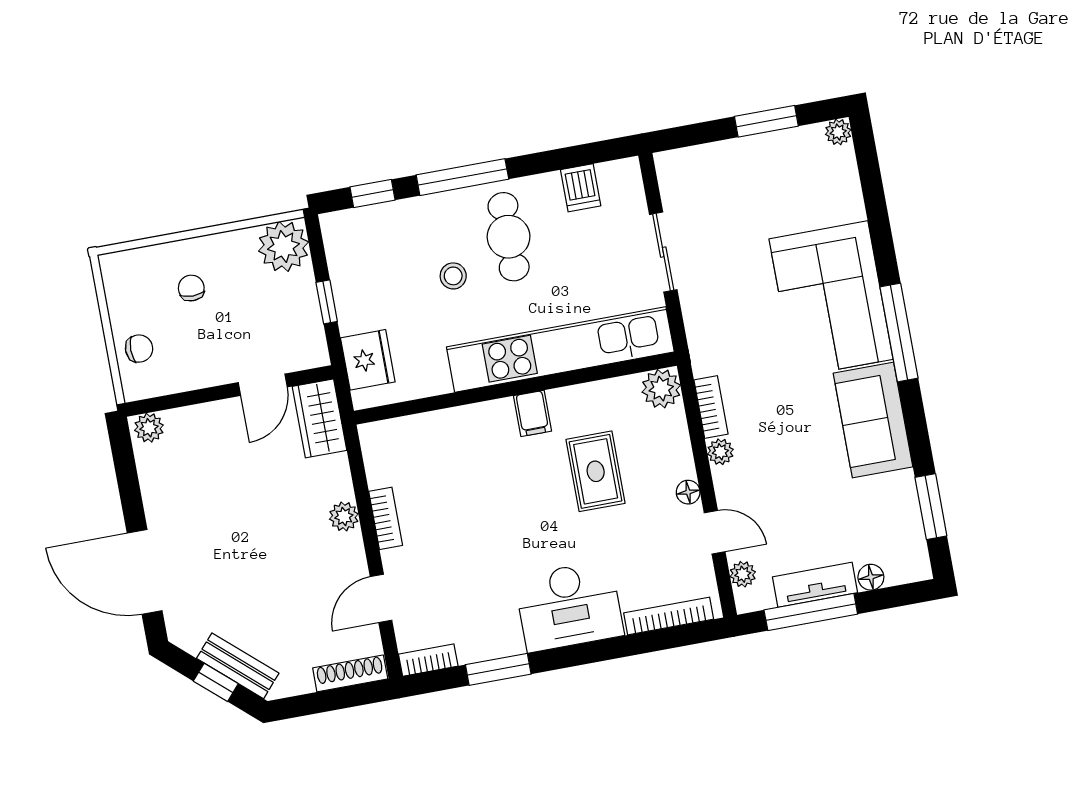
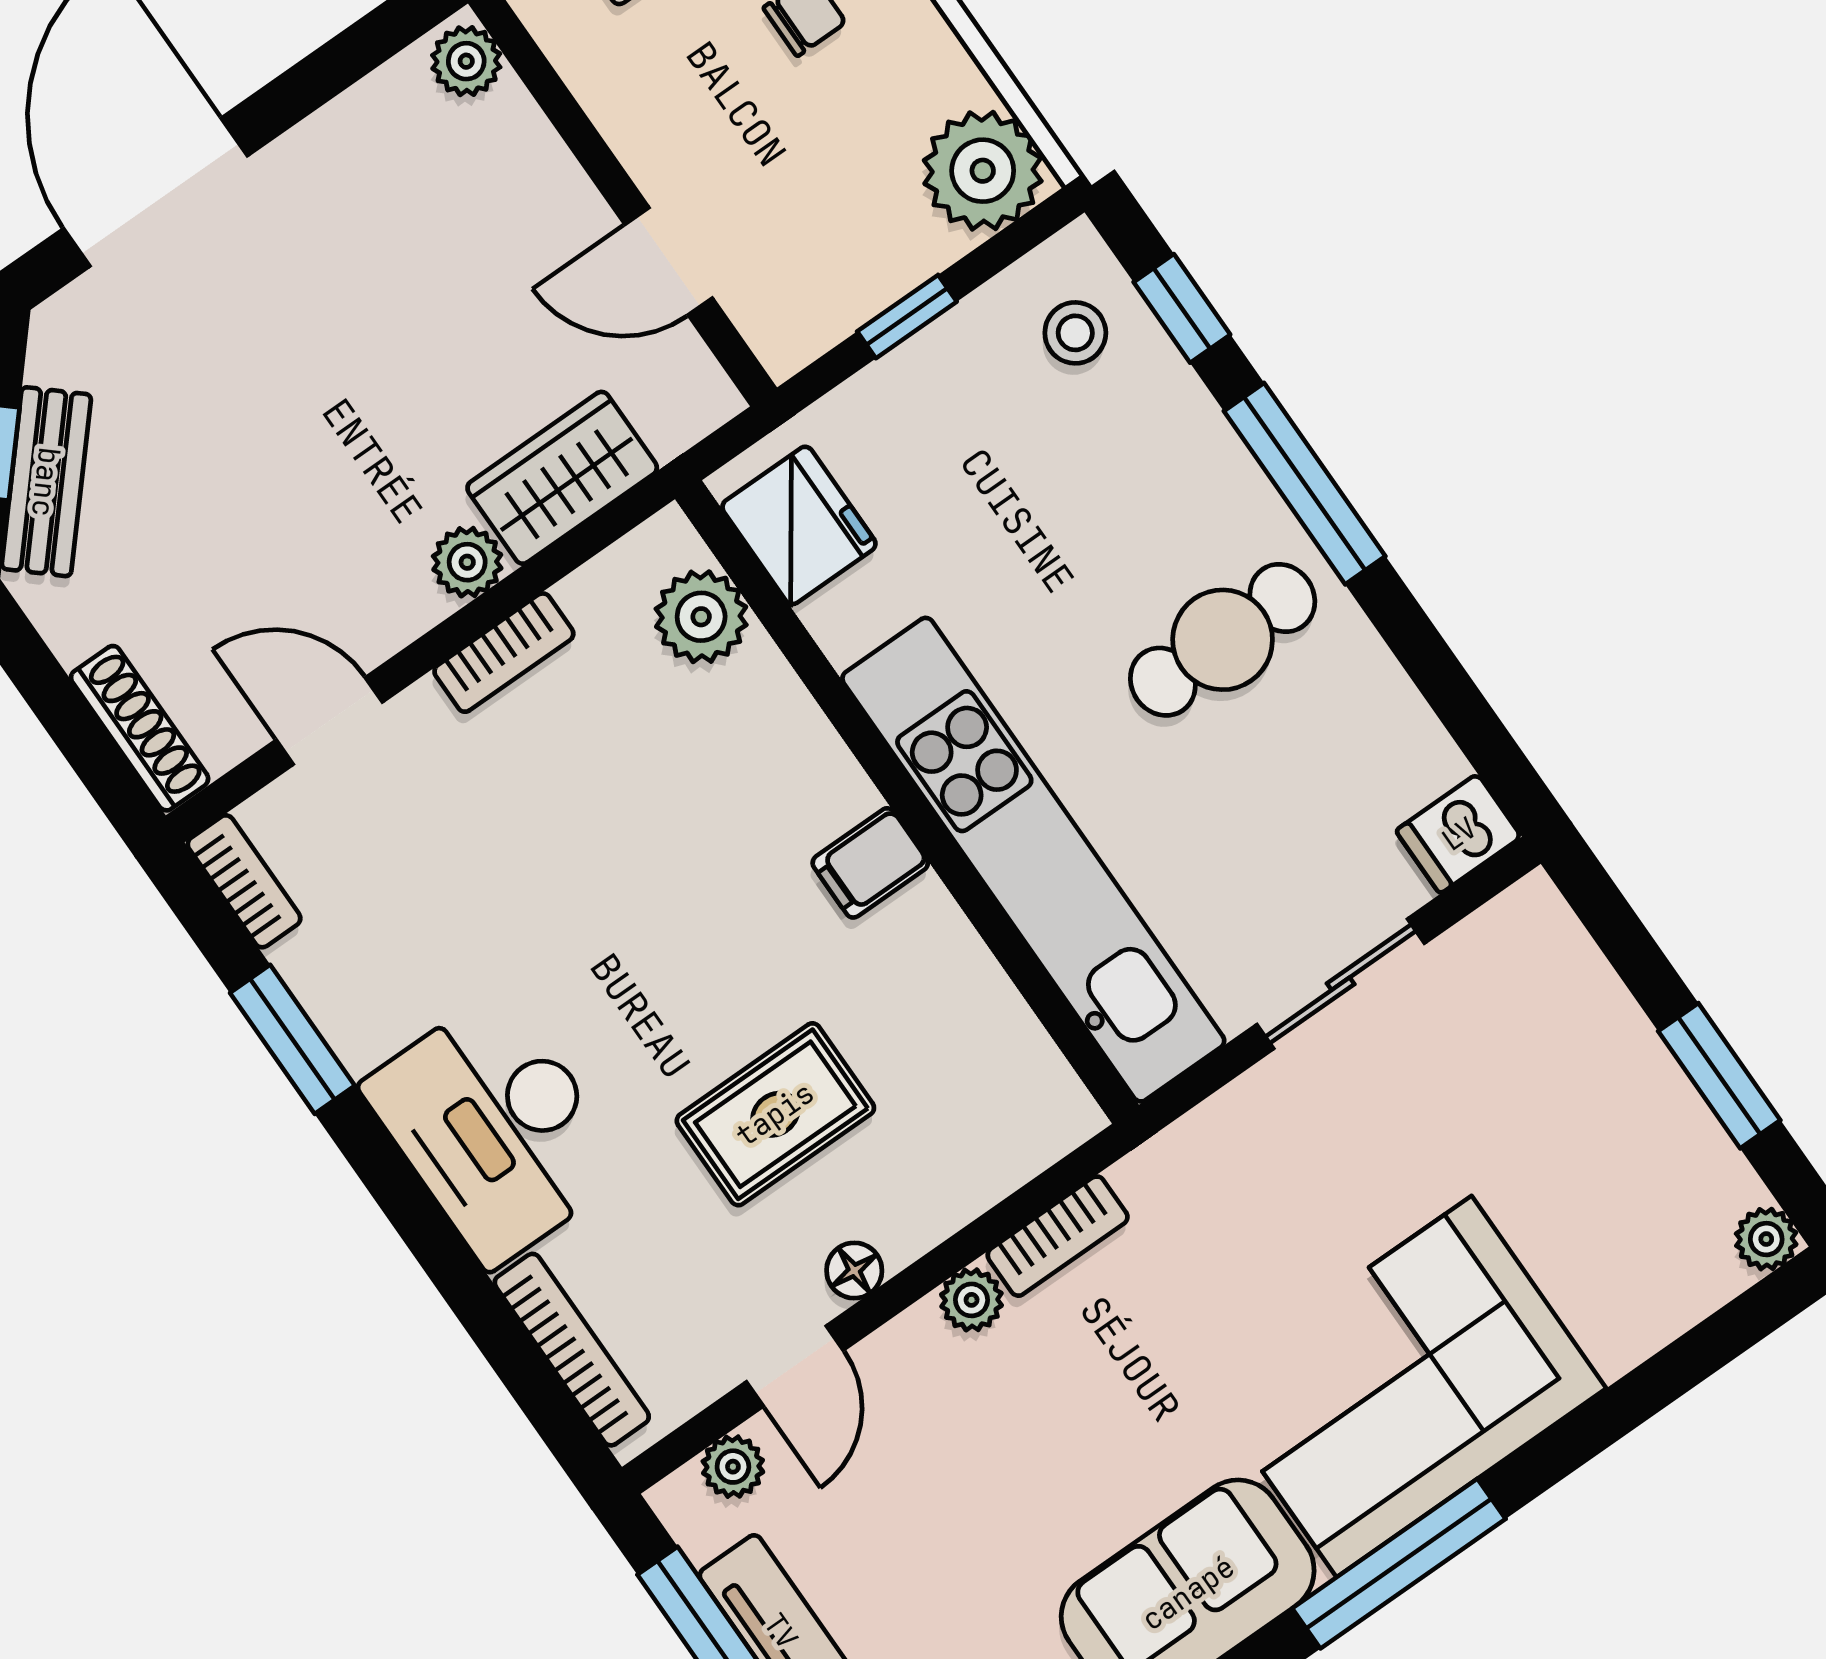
dishwasher: (581, 188) -> (1459, 834), moved
stool: (453, 276) -> (1075, 333), moved
fridge: (368, 360) -> (799, 525), moved, turned -90
plant: (661, 389) -> (701, 617), moved
wardrobe: (320, 418) -> (562, 478), moved
rug: (596, 471) -> (775, 1114), moved

